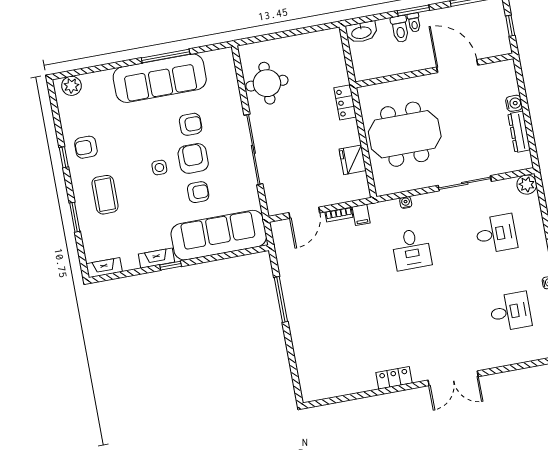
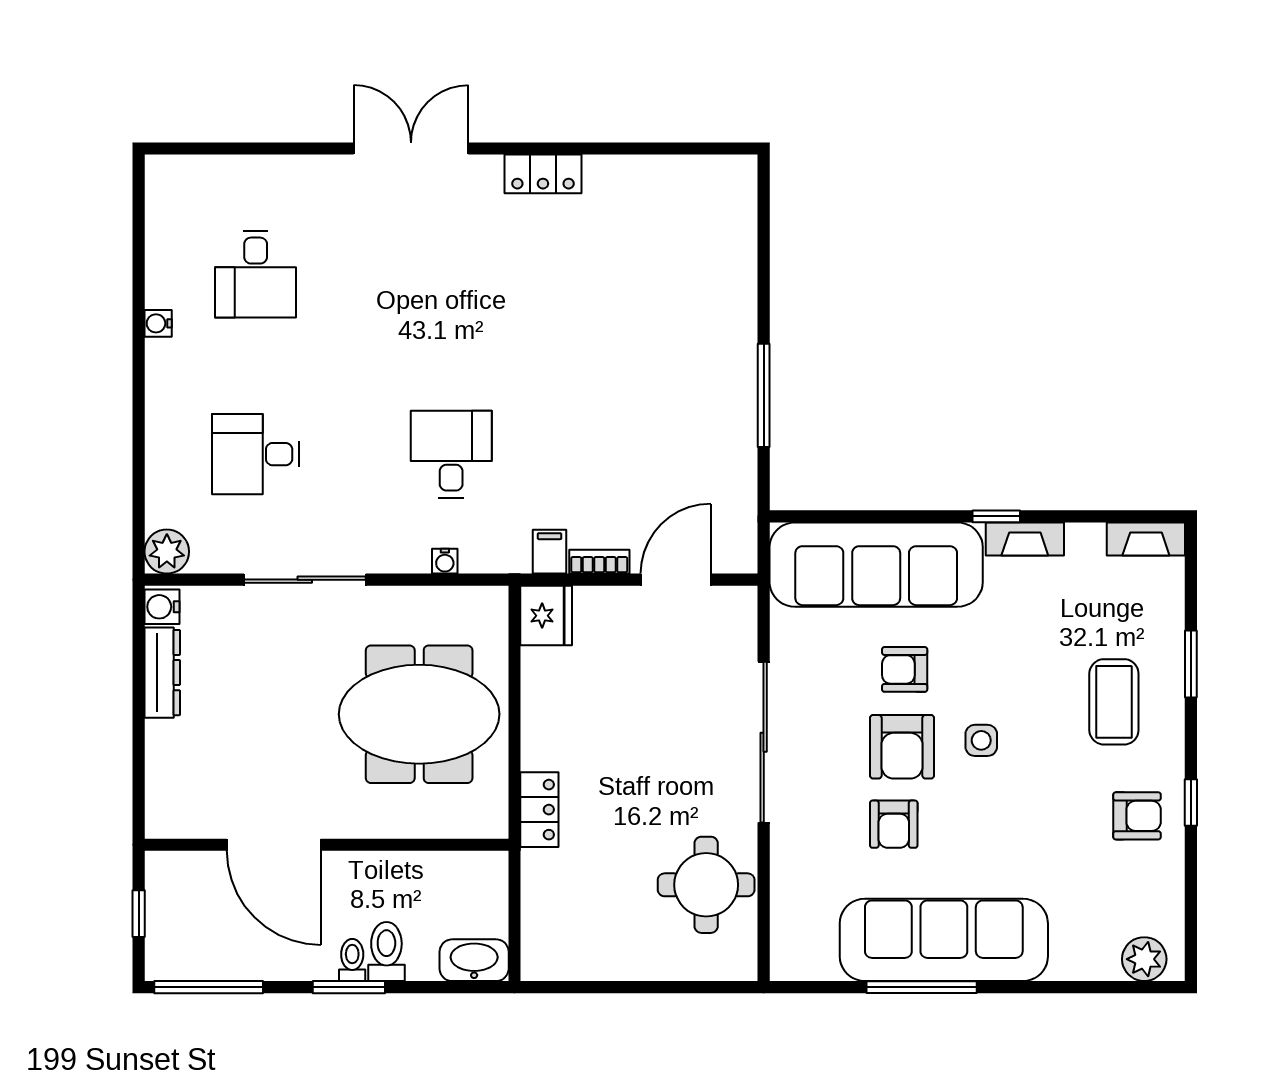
water cooler: (514, 103) -> (162, 607), moved
armchair: (191, 124) -> (894, 824), turned -90
fridge: (353, 160) -> (546, 616), moved
desk: (510, 312) -> (256, 274), turned -90

